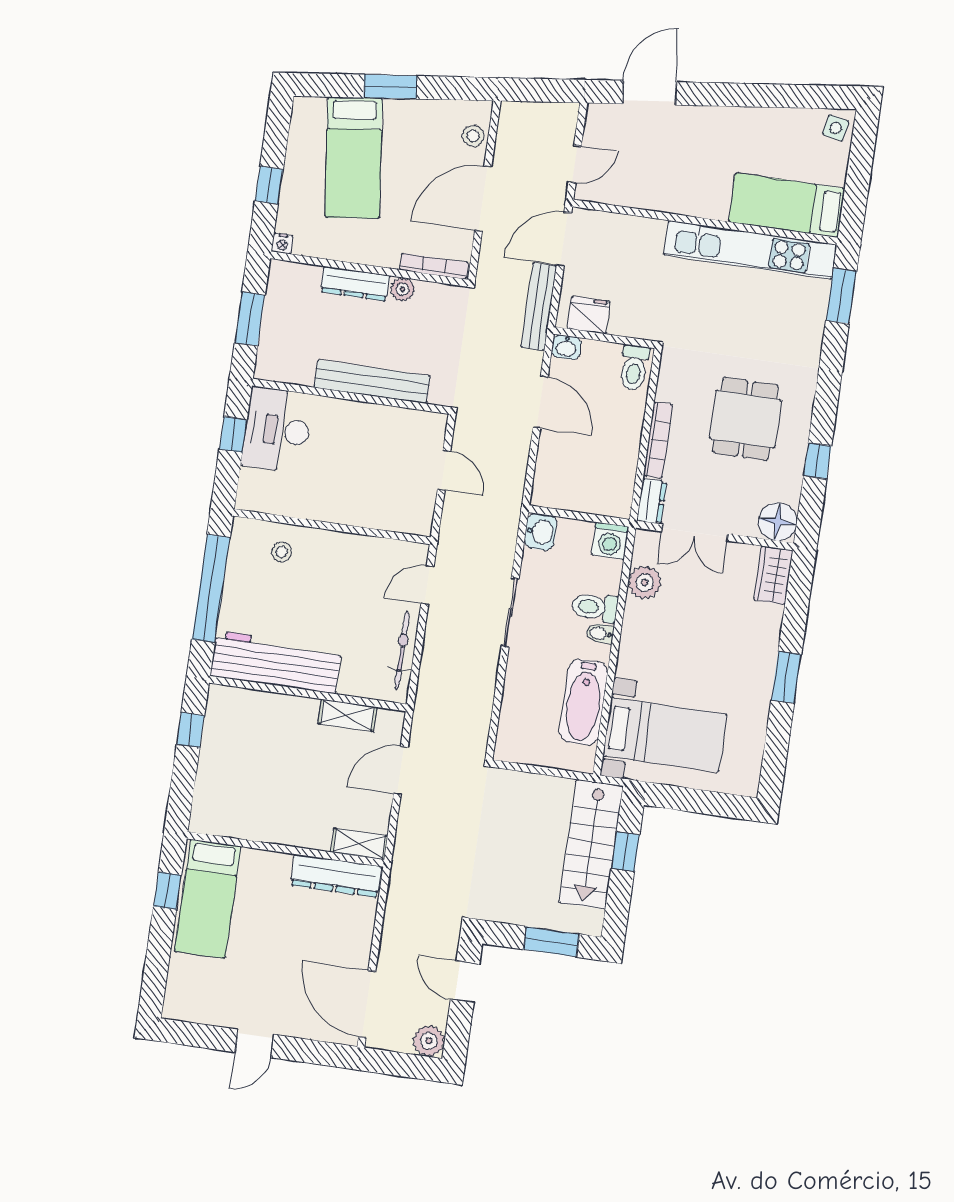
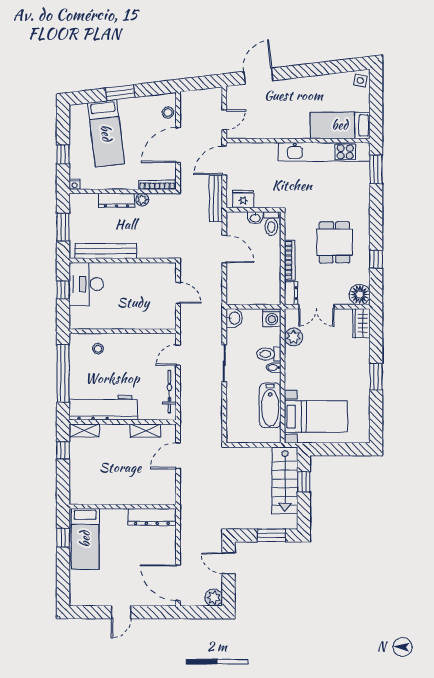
washbasin: (566, 347) -> (255, 218), moved
bench: (372, 382) -> (106, 251), moved
shelving: (359, 844) -> (84, 430), moved

